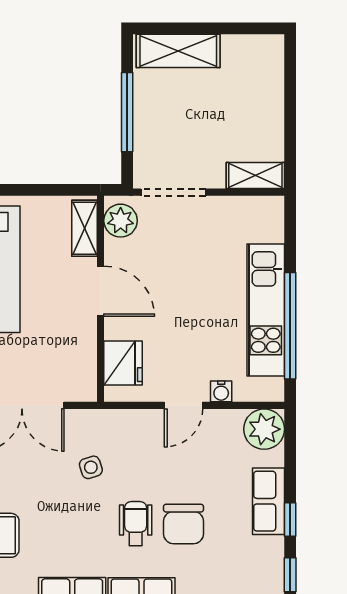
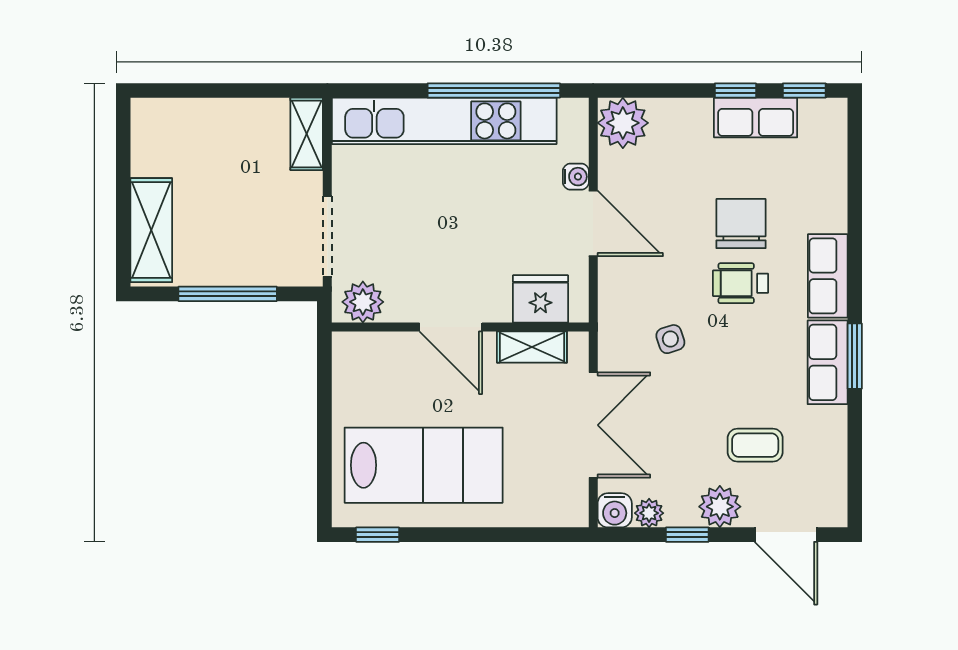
shelving: (84, 228) -> (532, 347), moved
door: (101, 291) -> (451, 327), swing flipped
kitchen unit: (266, 310) -> (444, 121), width x1.36
door: (184, 405) -> (593, 223), width x1.38
row of seats: (268, 501) -> (756, 118), moved
chair: (183, 524) -> (741, 224), turned -90

